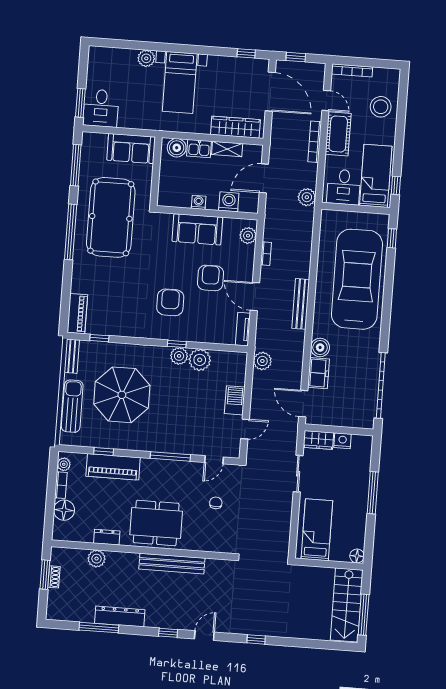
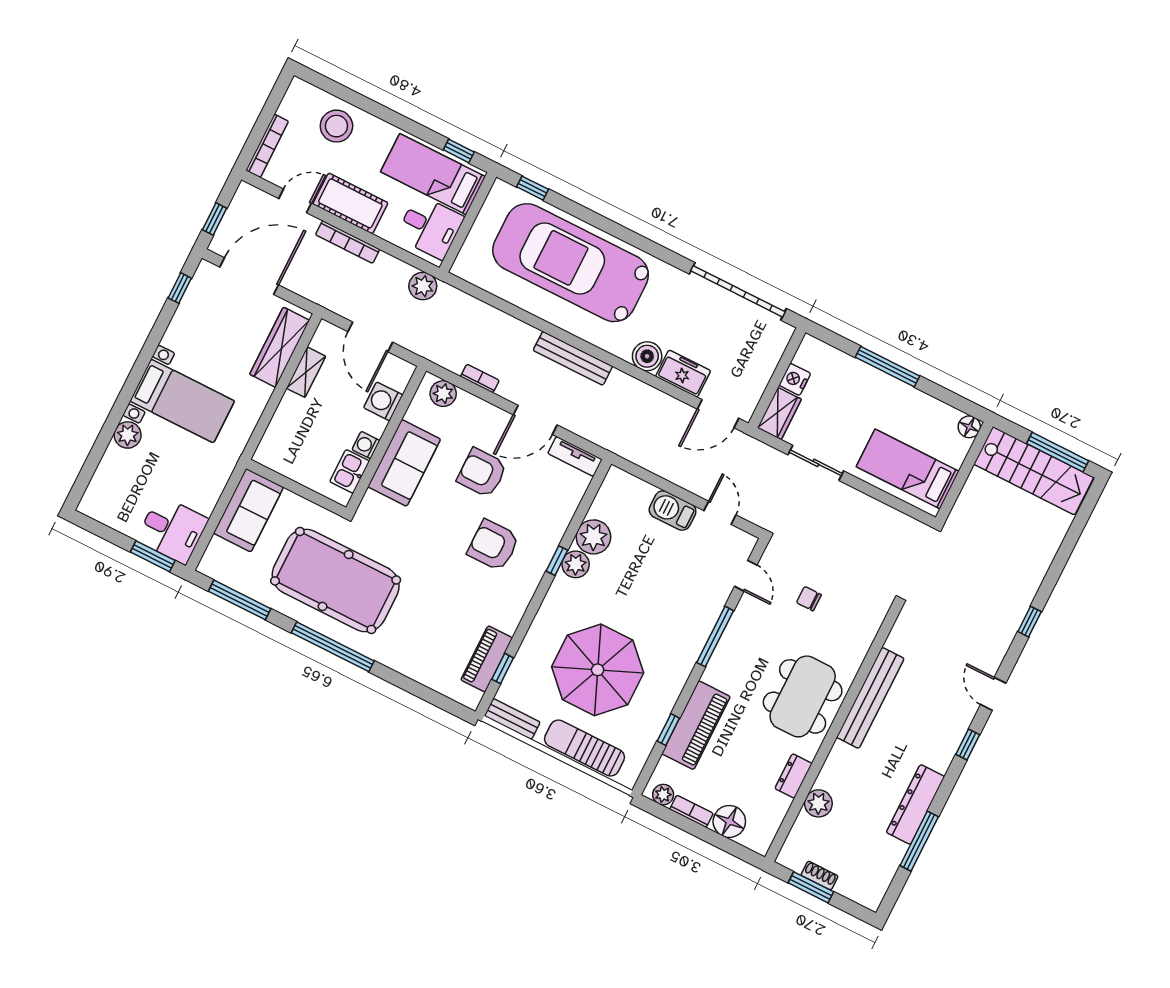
boiler: (177, 148) -> (274, 444), removed
kitchen sink: (199, 149) -> (350, 471), moved, turned 180
piano: (77, 314) -> (487, 659), moved, turned -90
plant: (262, 361) -> (632, 447), removed

